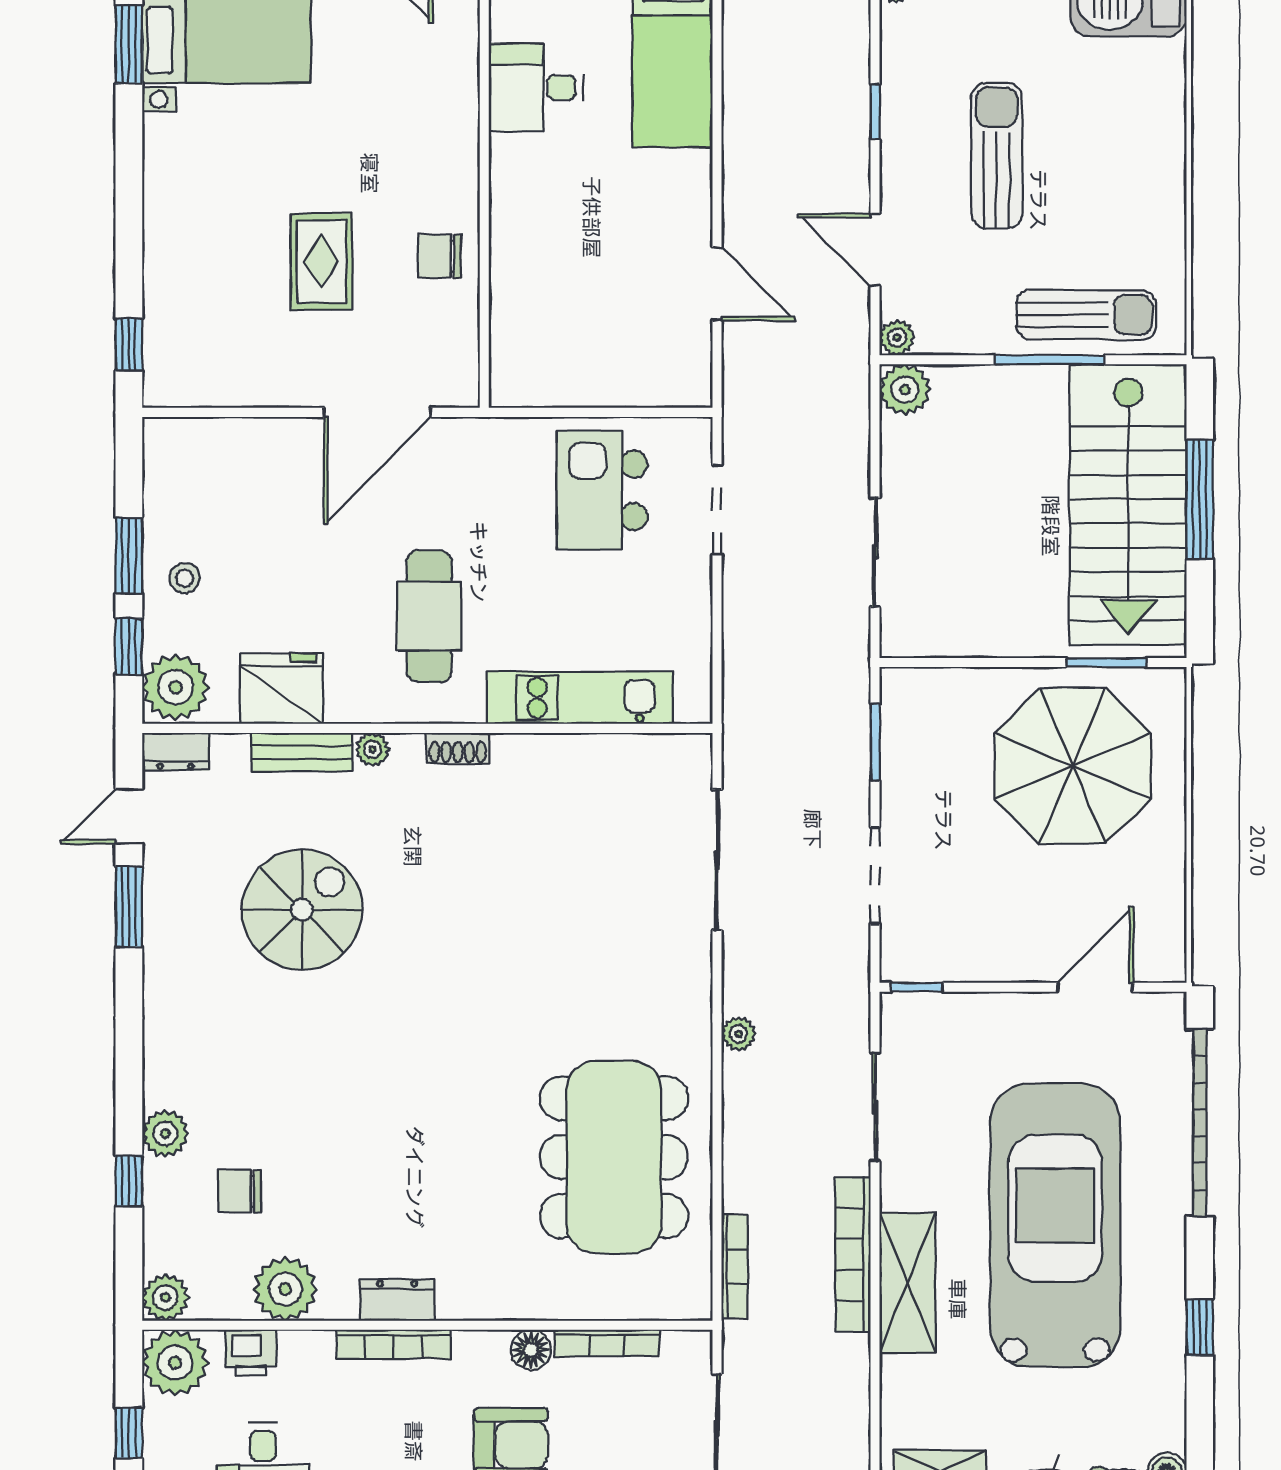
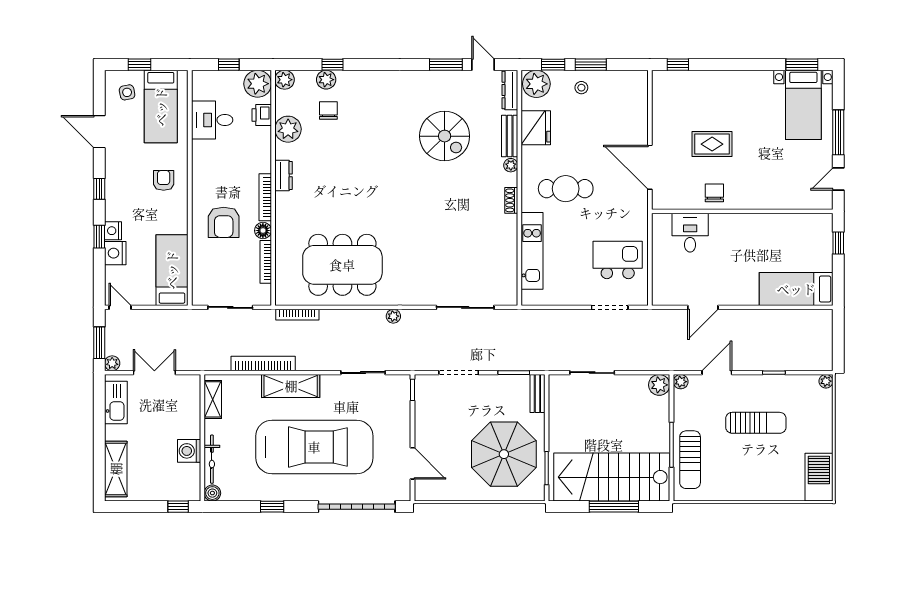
desk: (536, 87) -> (690, 233), moved
bench: (926, 685) -> (537, 394), added
dresser: (176, 752) -> (510, 90), width x1.44
plant: (165, 1134) -> (326, 80), moved
bookcase: (853, 1254) -> (263, 363), moved
bookcase: (393, 1344) -> (265, 197), moved

